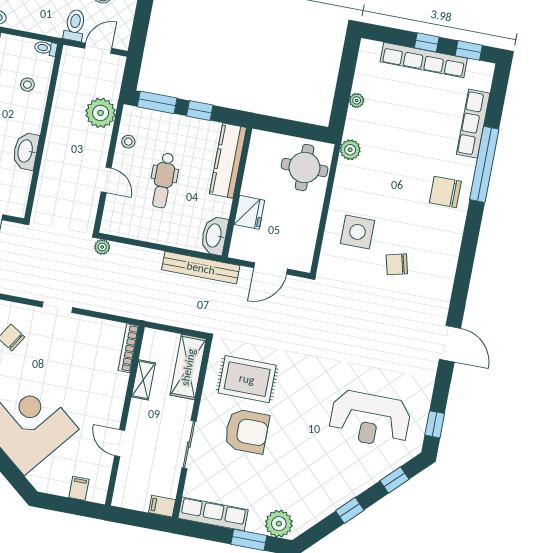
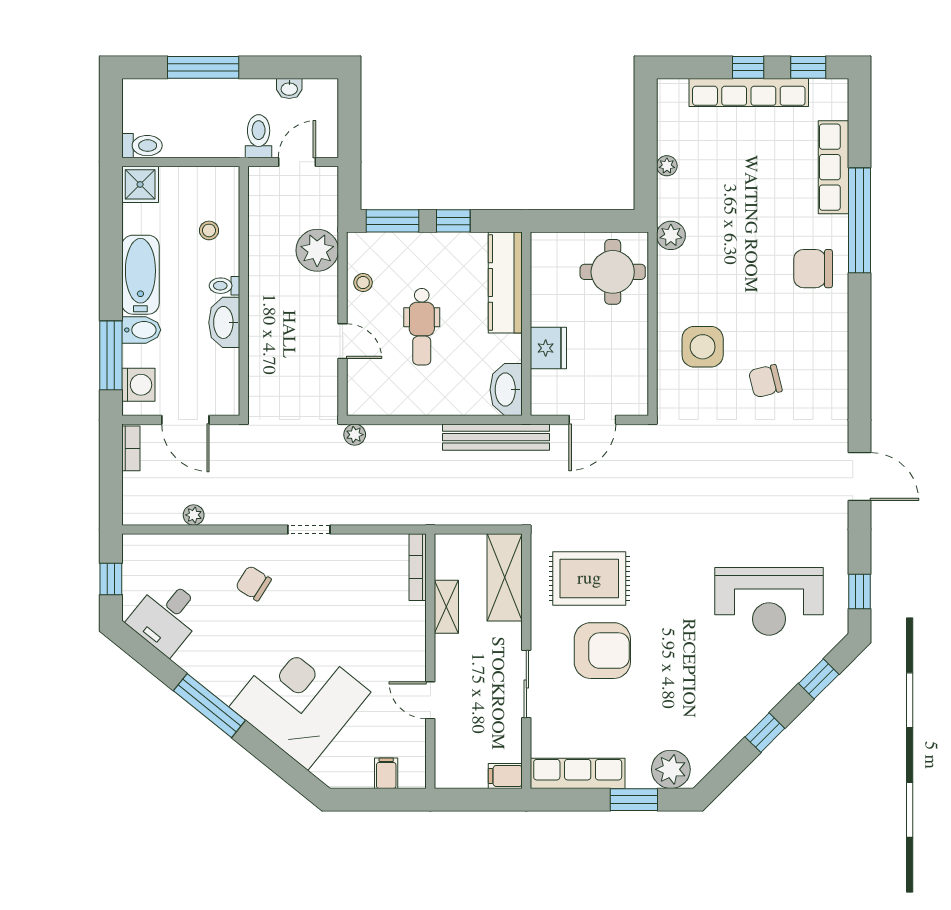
toilet: (46, 48) -> (225, 286), moved

